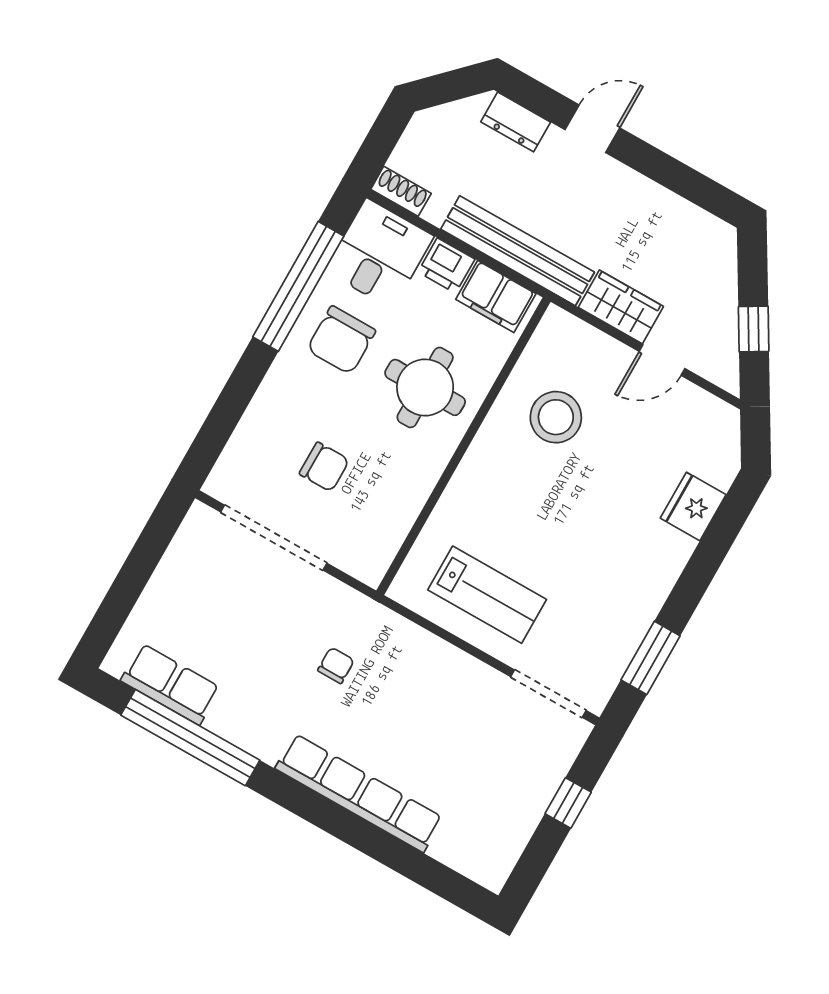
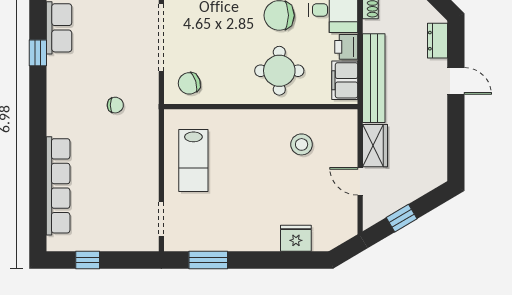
stool: (556, 417) -> (302, 144), width x0.73, depth x0.73
chair: (324, 467) -> (189, 83), moved, turned 72
doorway: (548, 694) -> (161, 219), width x0.73
window: (190, 738) -> (38, 53), width x0.32
row of seats: (359, 793) -> (58, 186), moved
window: (568, 803) -> (88, 260), moved

